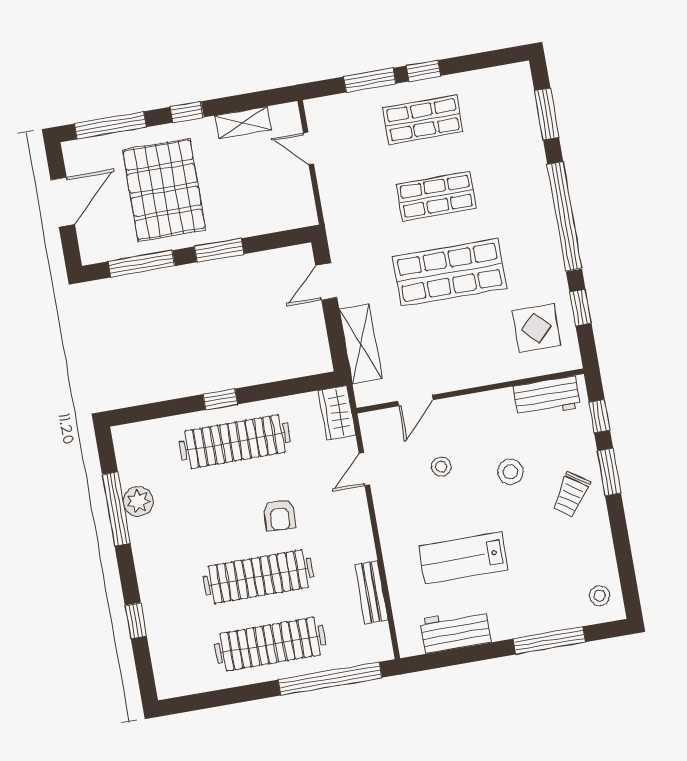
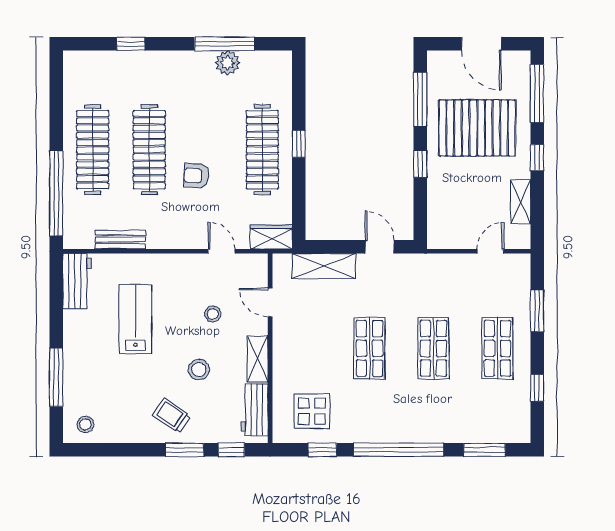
window: (424, 71) -> (537, 388), moved
window: (219, 250) -> (420, 164), width x0.67
shop shelf: (449, 272) -> (369, 348), width x0.70, depth x0.74
shelving: (485, 404) -> (258, 359), added
workbench: (455, 631) -> (77, 281), moved

